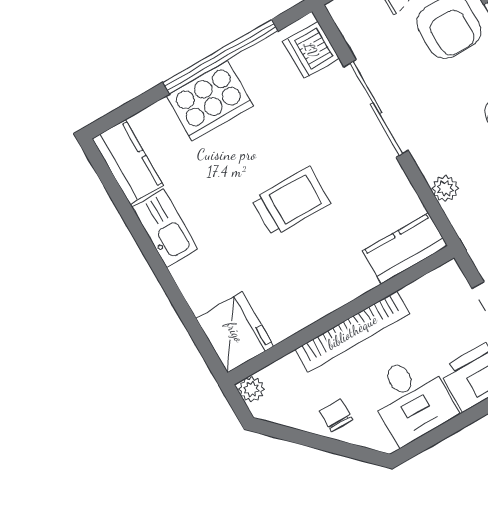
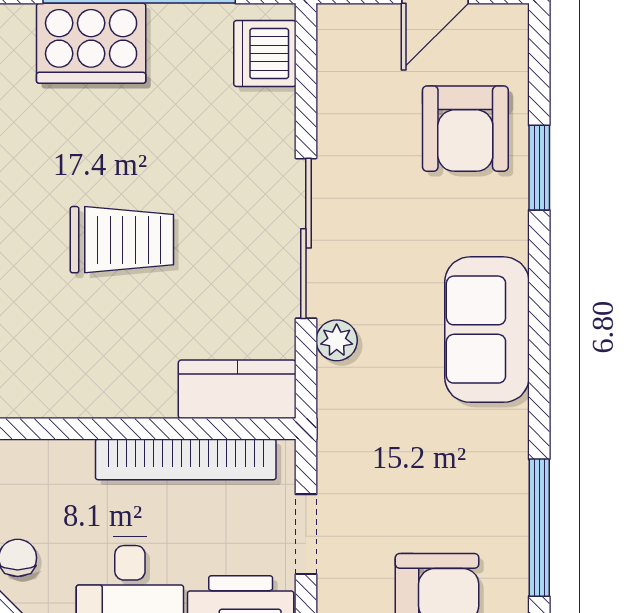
sliding door: (376, 108) -> (306, 238), moved
bookcase: (352, 332) -> (186, 459), moved

